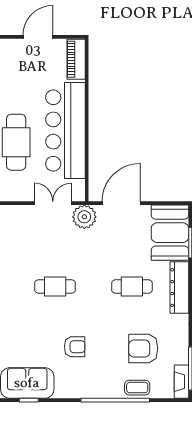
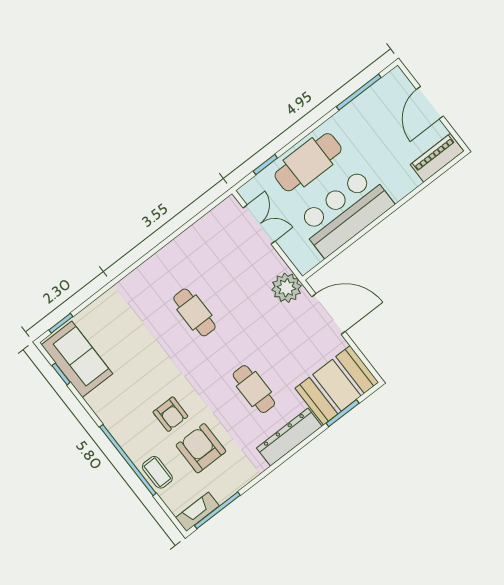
door: (38, 37) -> (430, 103), swing flipped
bar counter: (65, 131) -> (345, 212), width x0.73
double door: (53, 203) -> (259, 224), moved
armchair: (75, 347) -> (170, 414), moved

